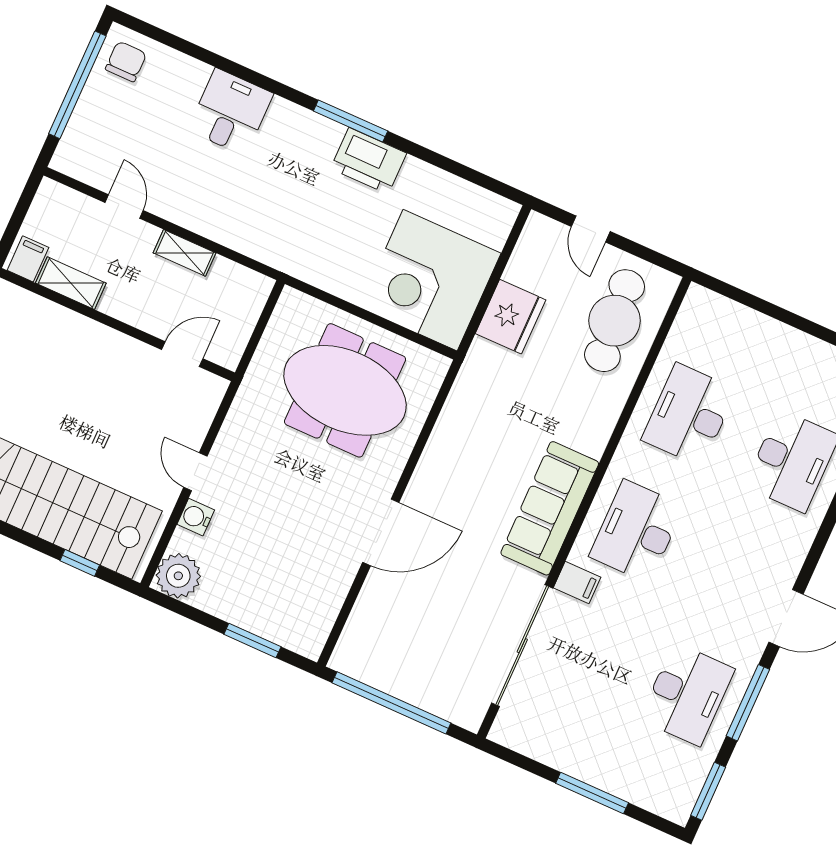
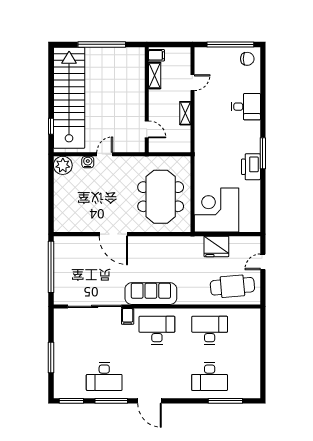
window: (252, 640) -> (51, 204), removed

